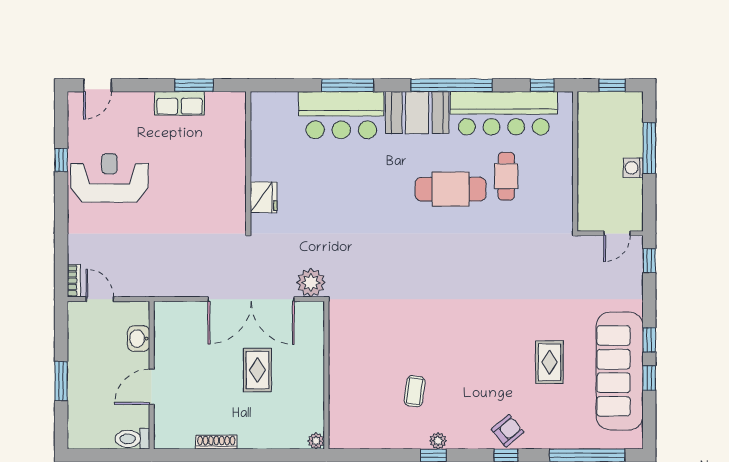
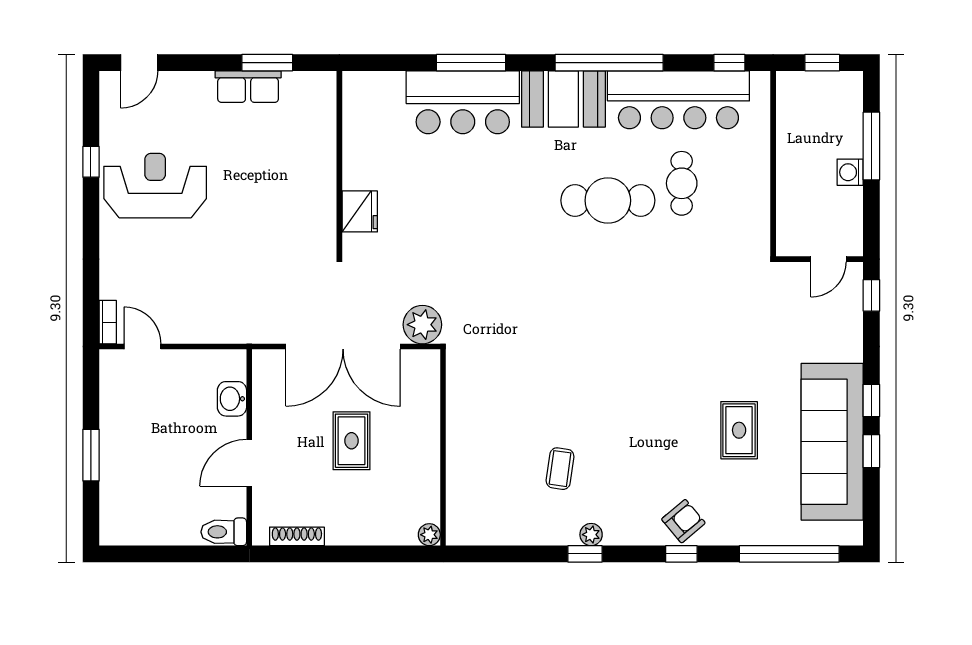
washbasin: (139, 339) -> (232, 399), moved
wall: (152, 375) -> (249, 447), moved
door: (152, 387) -> (249, 463), moved
toilet: (132, 439) -> (224, 532), moved

